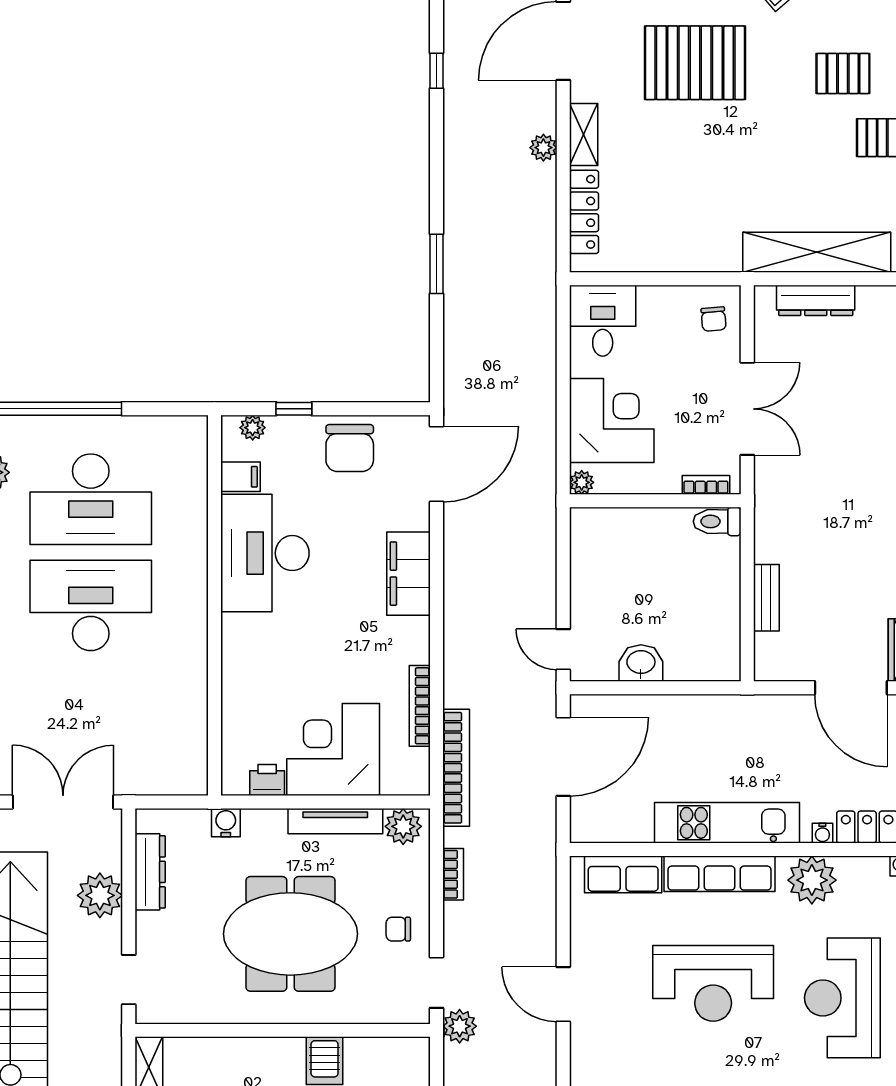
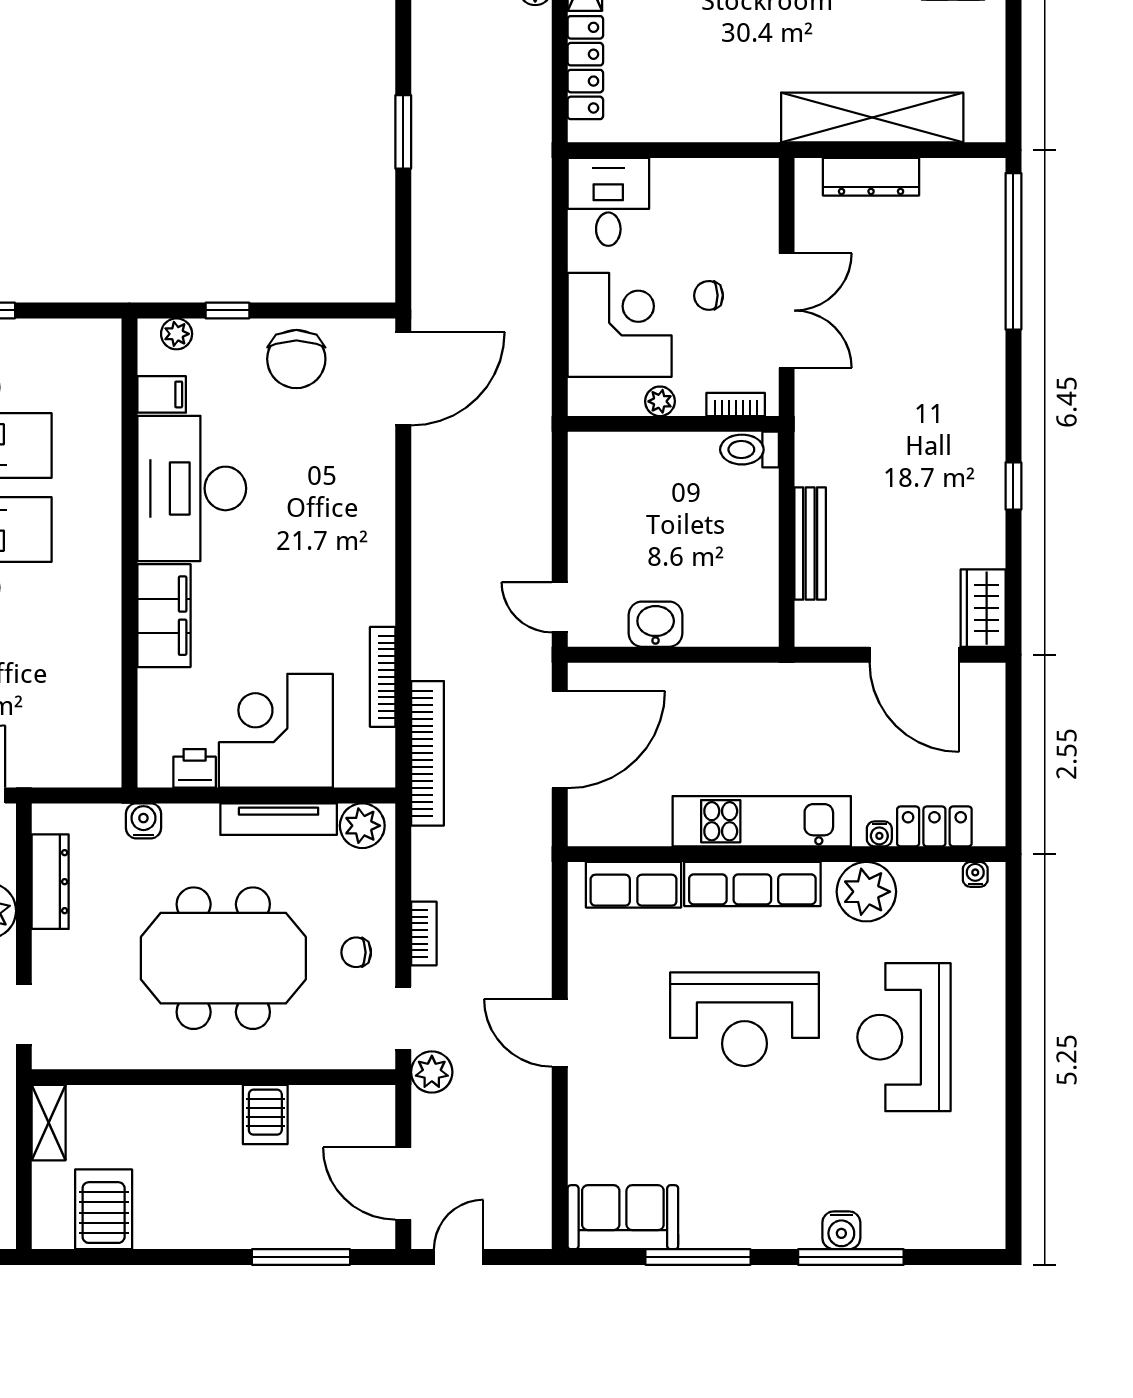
chair: (714, 319) -> (709, 295), moved, turned 94
plant: (582, 482) -> (660, 401), moved
filing cabinet: (408, 574) -> (164, 616), moved, turned 180
bench: (766, 598) -> (810, 544), width x1.36
bookcase: (453, 874) -> (424, 933), moved

